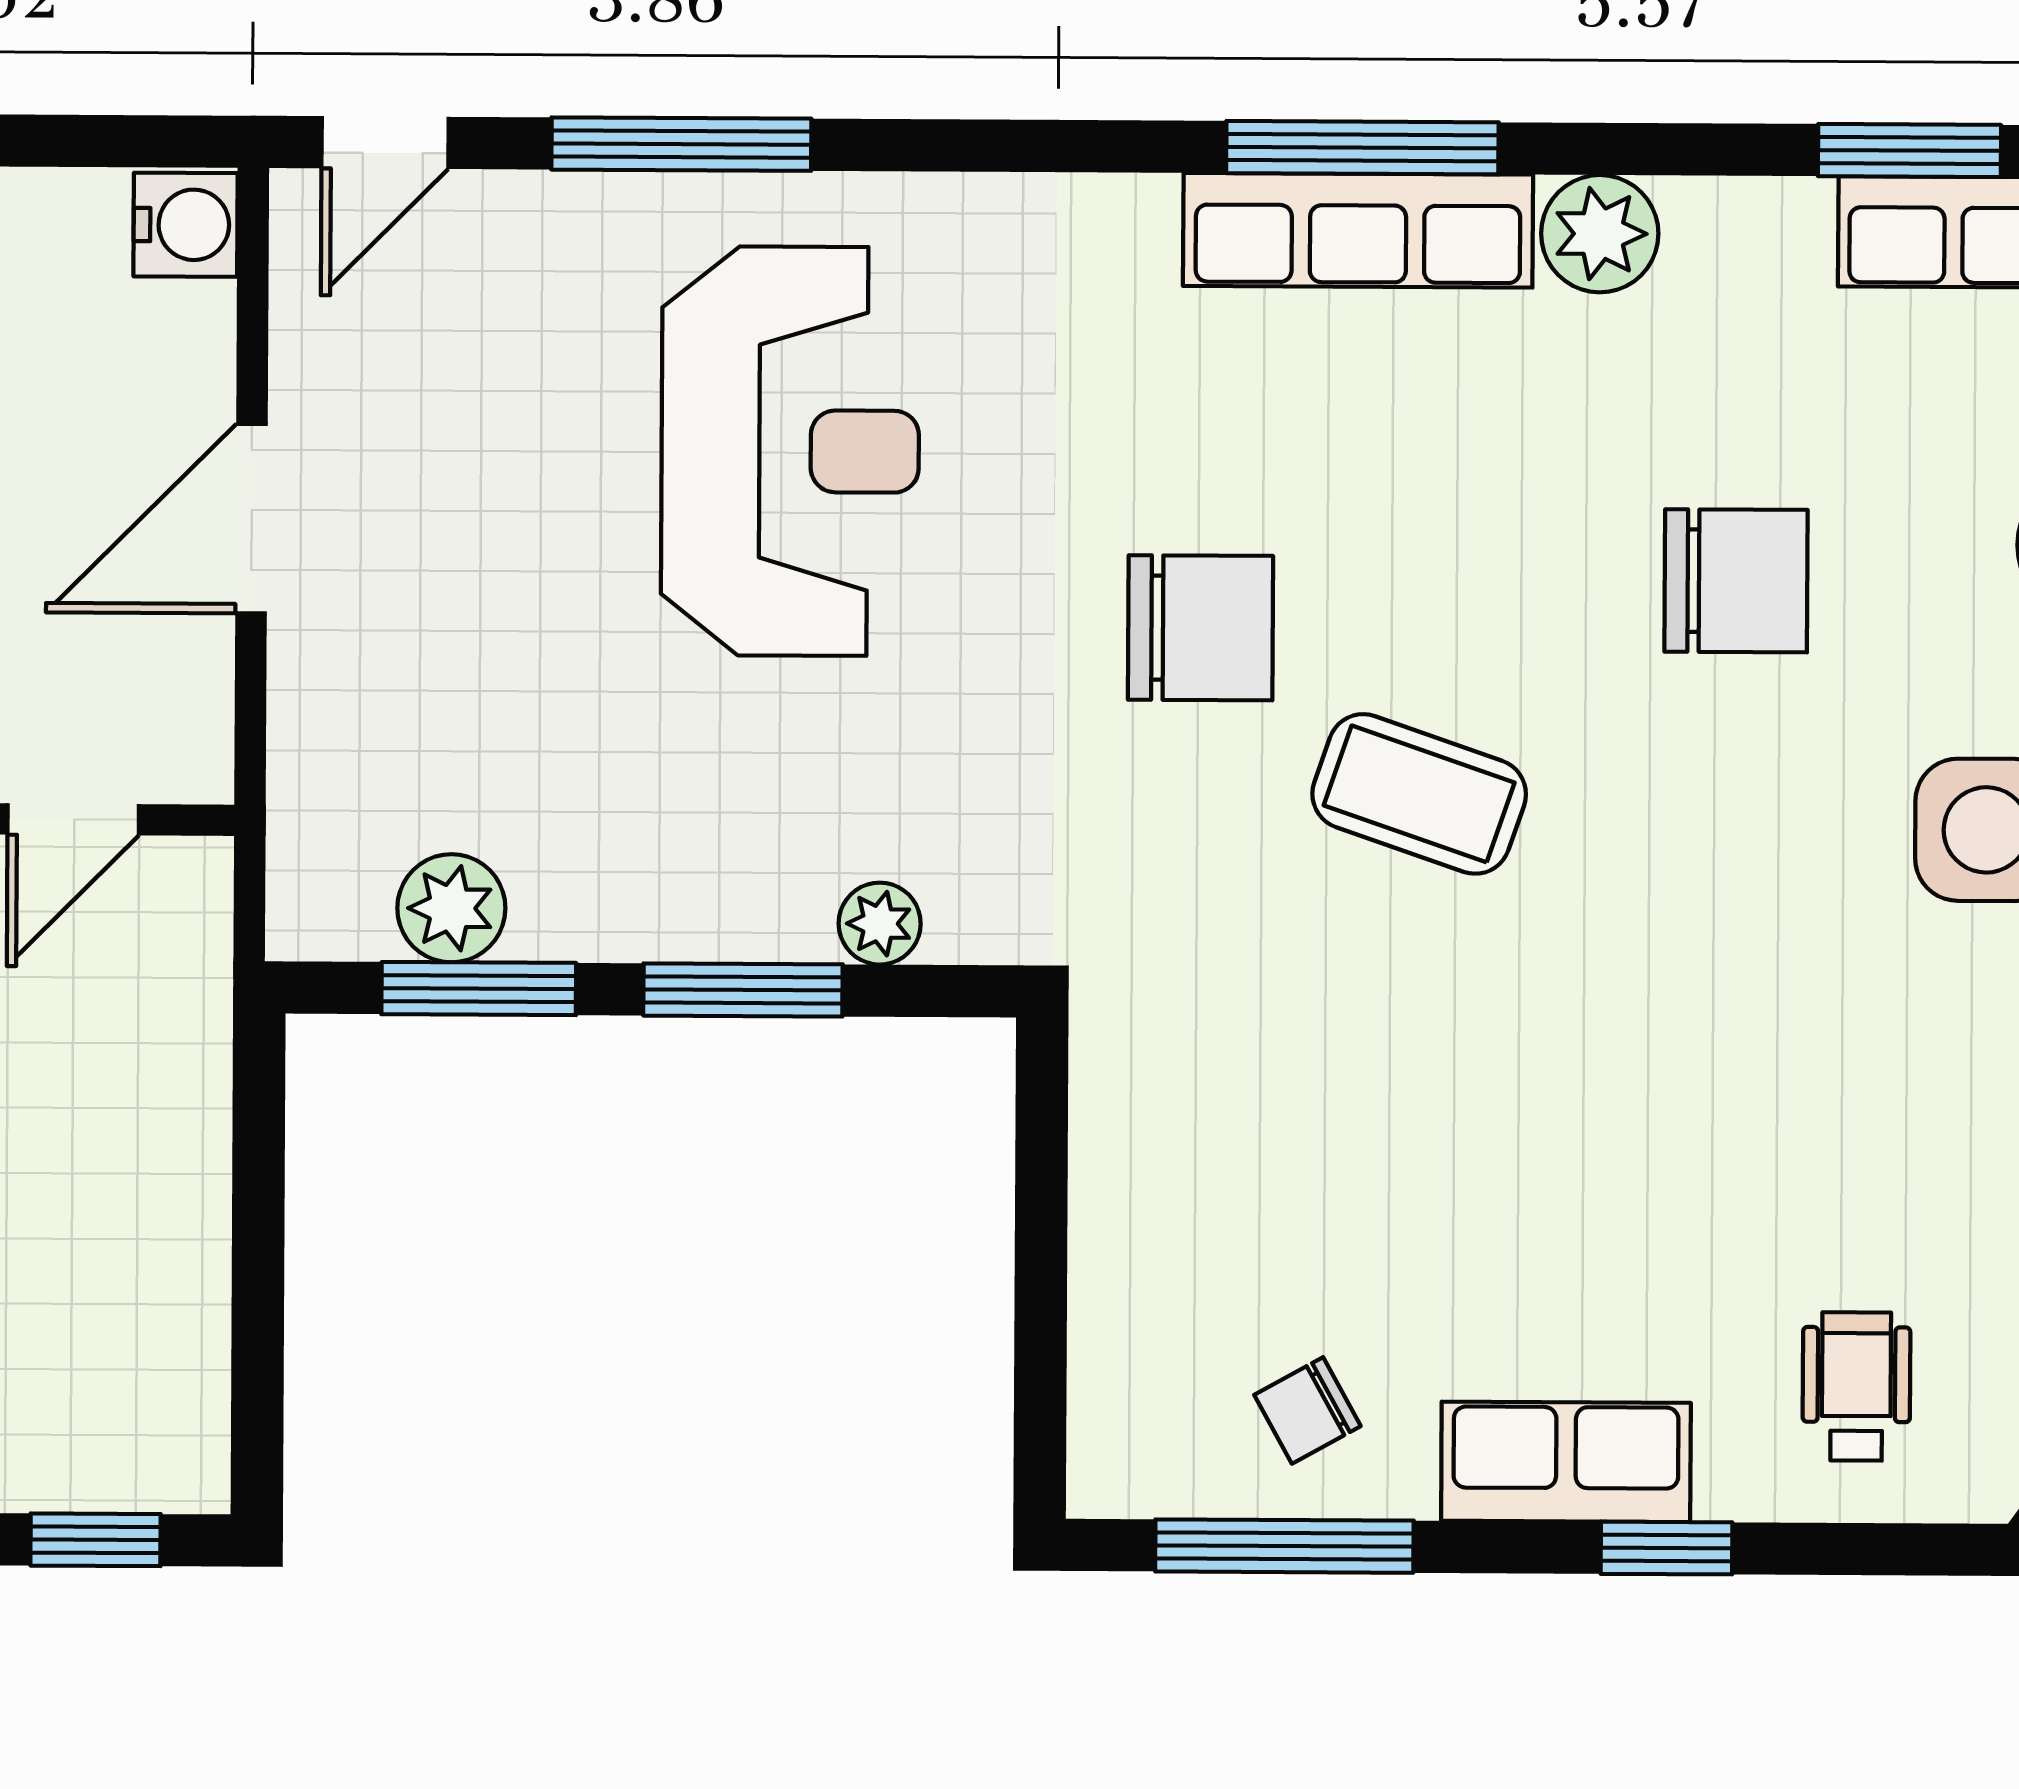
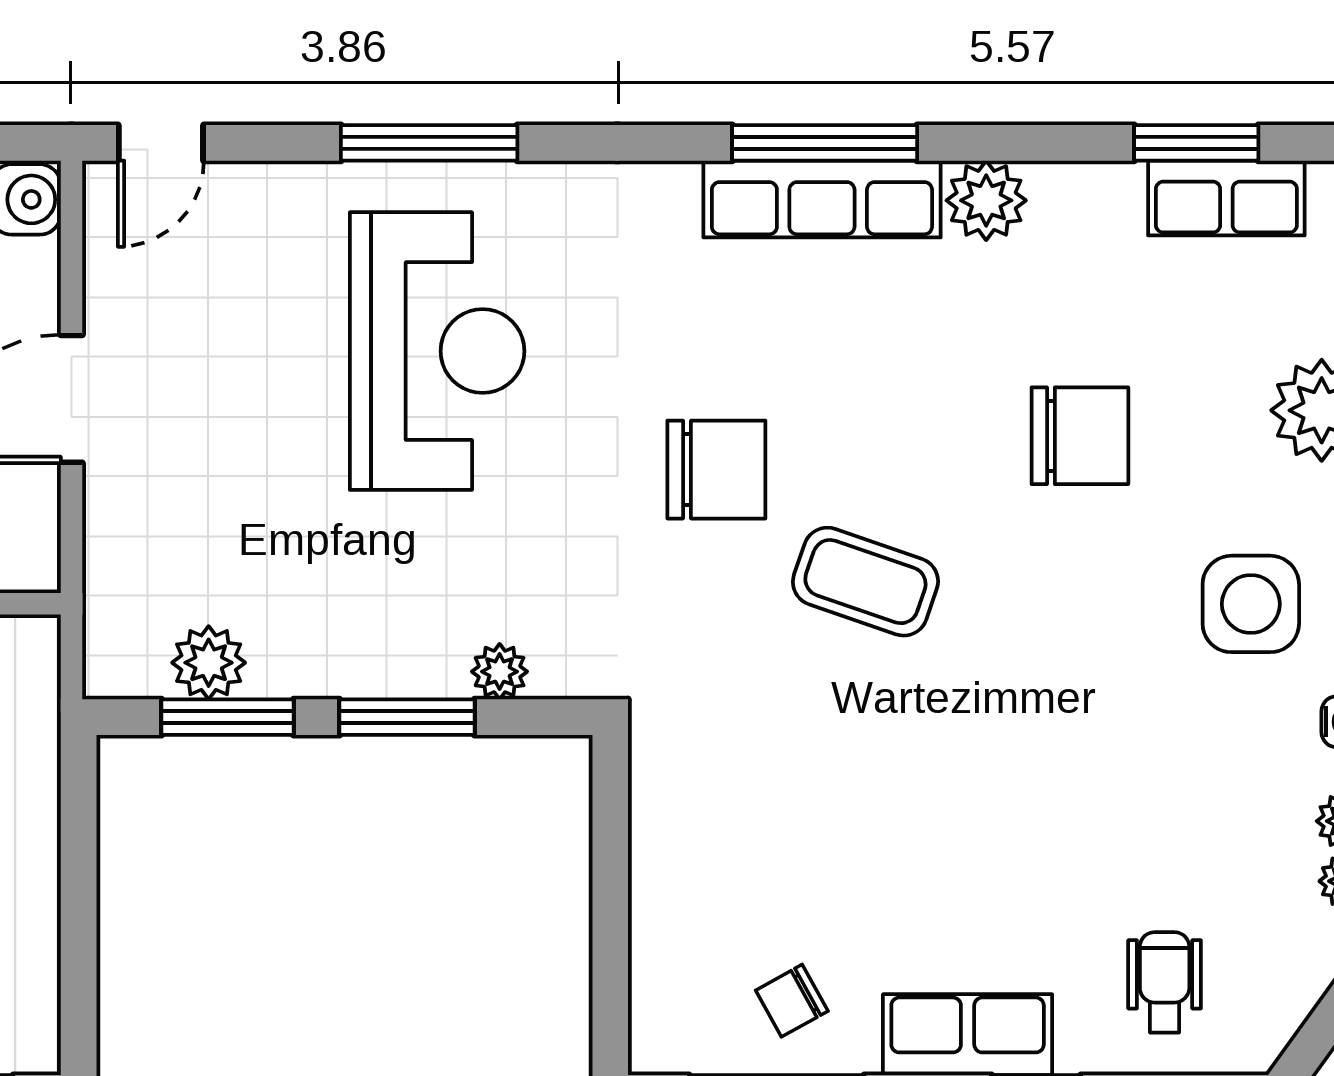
window: (681, 144) -> (429, 143), moved

